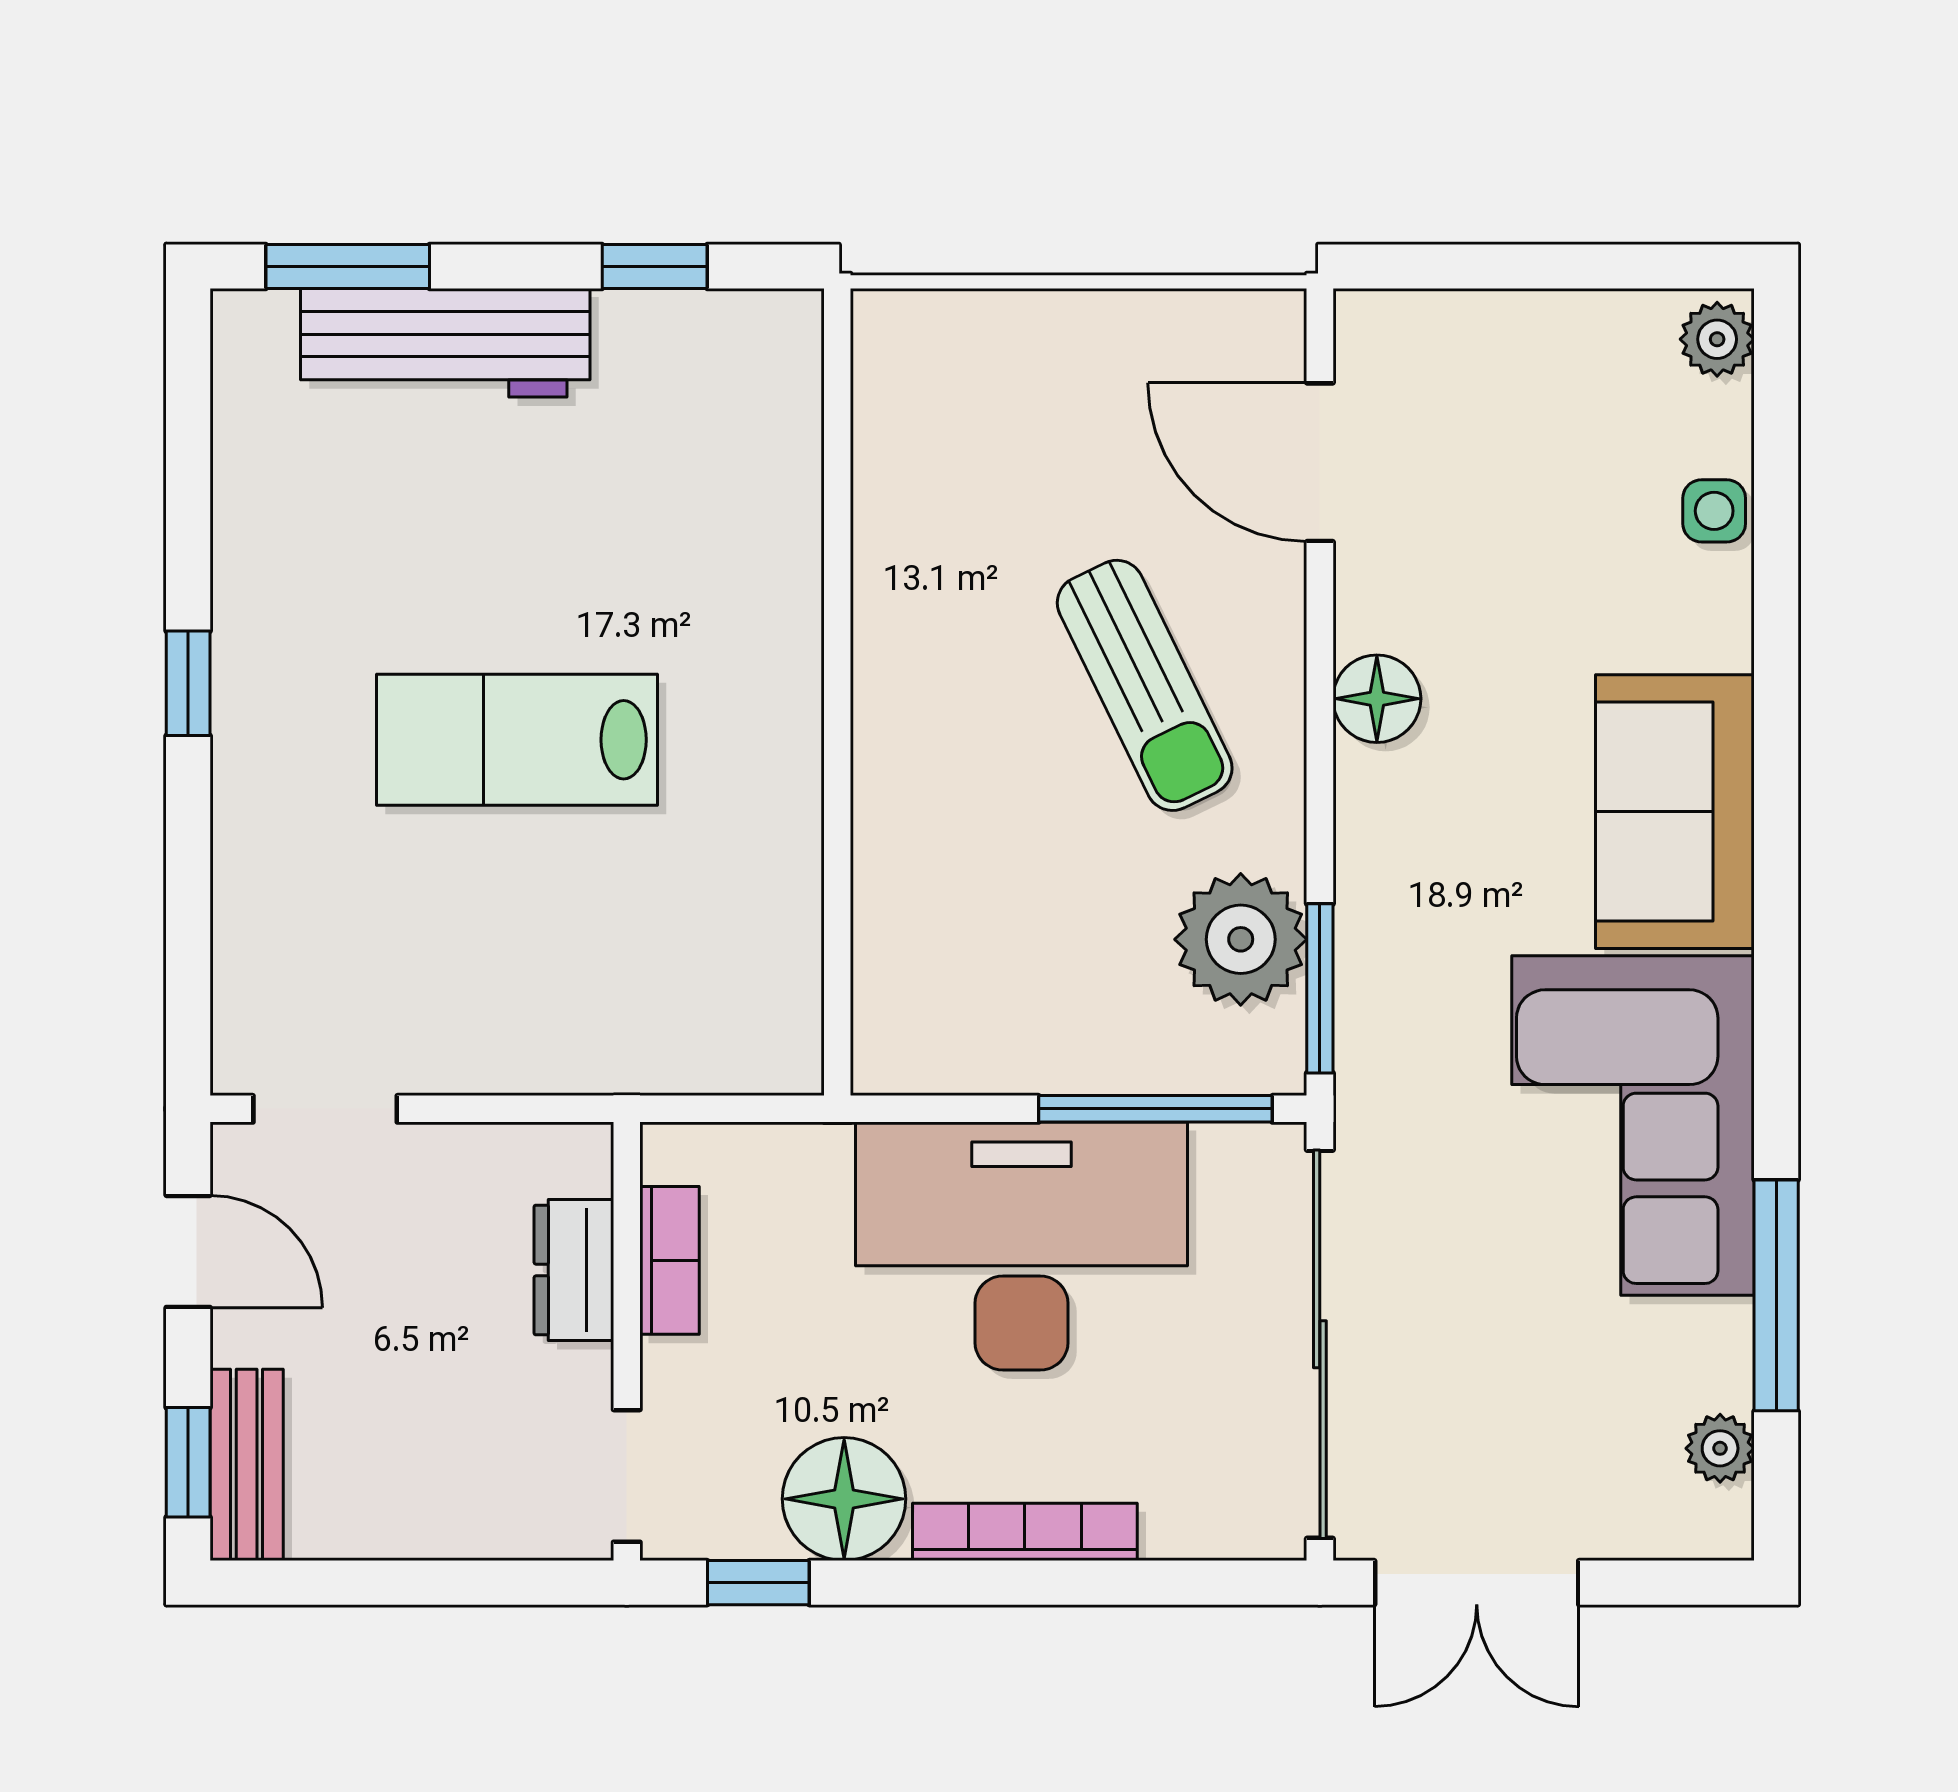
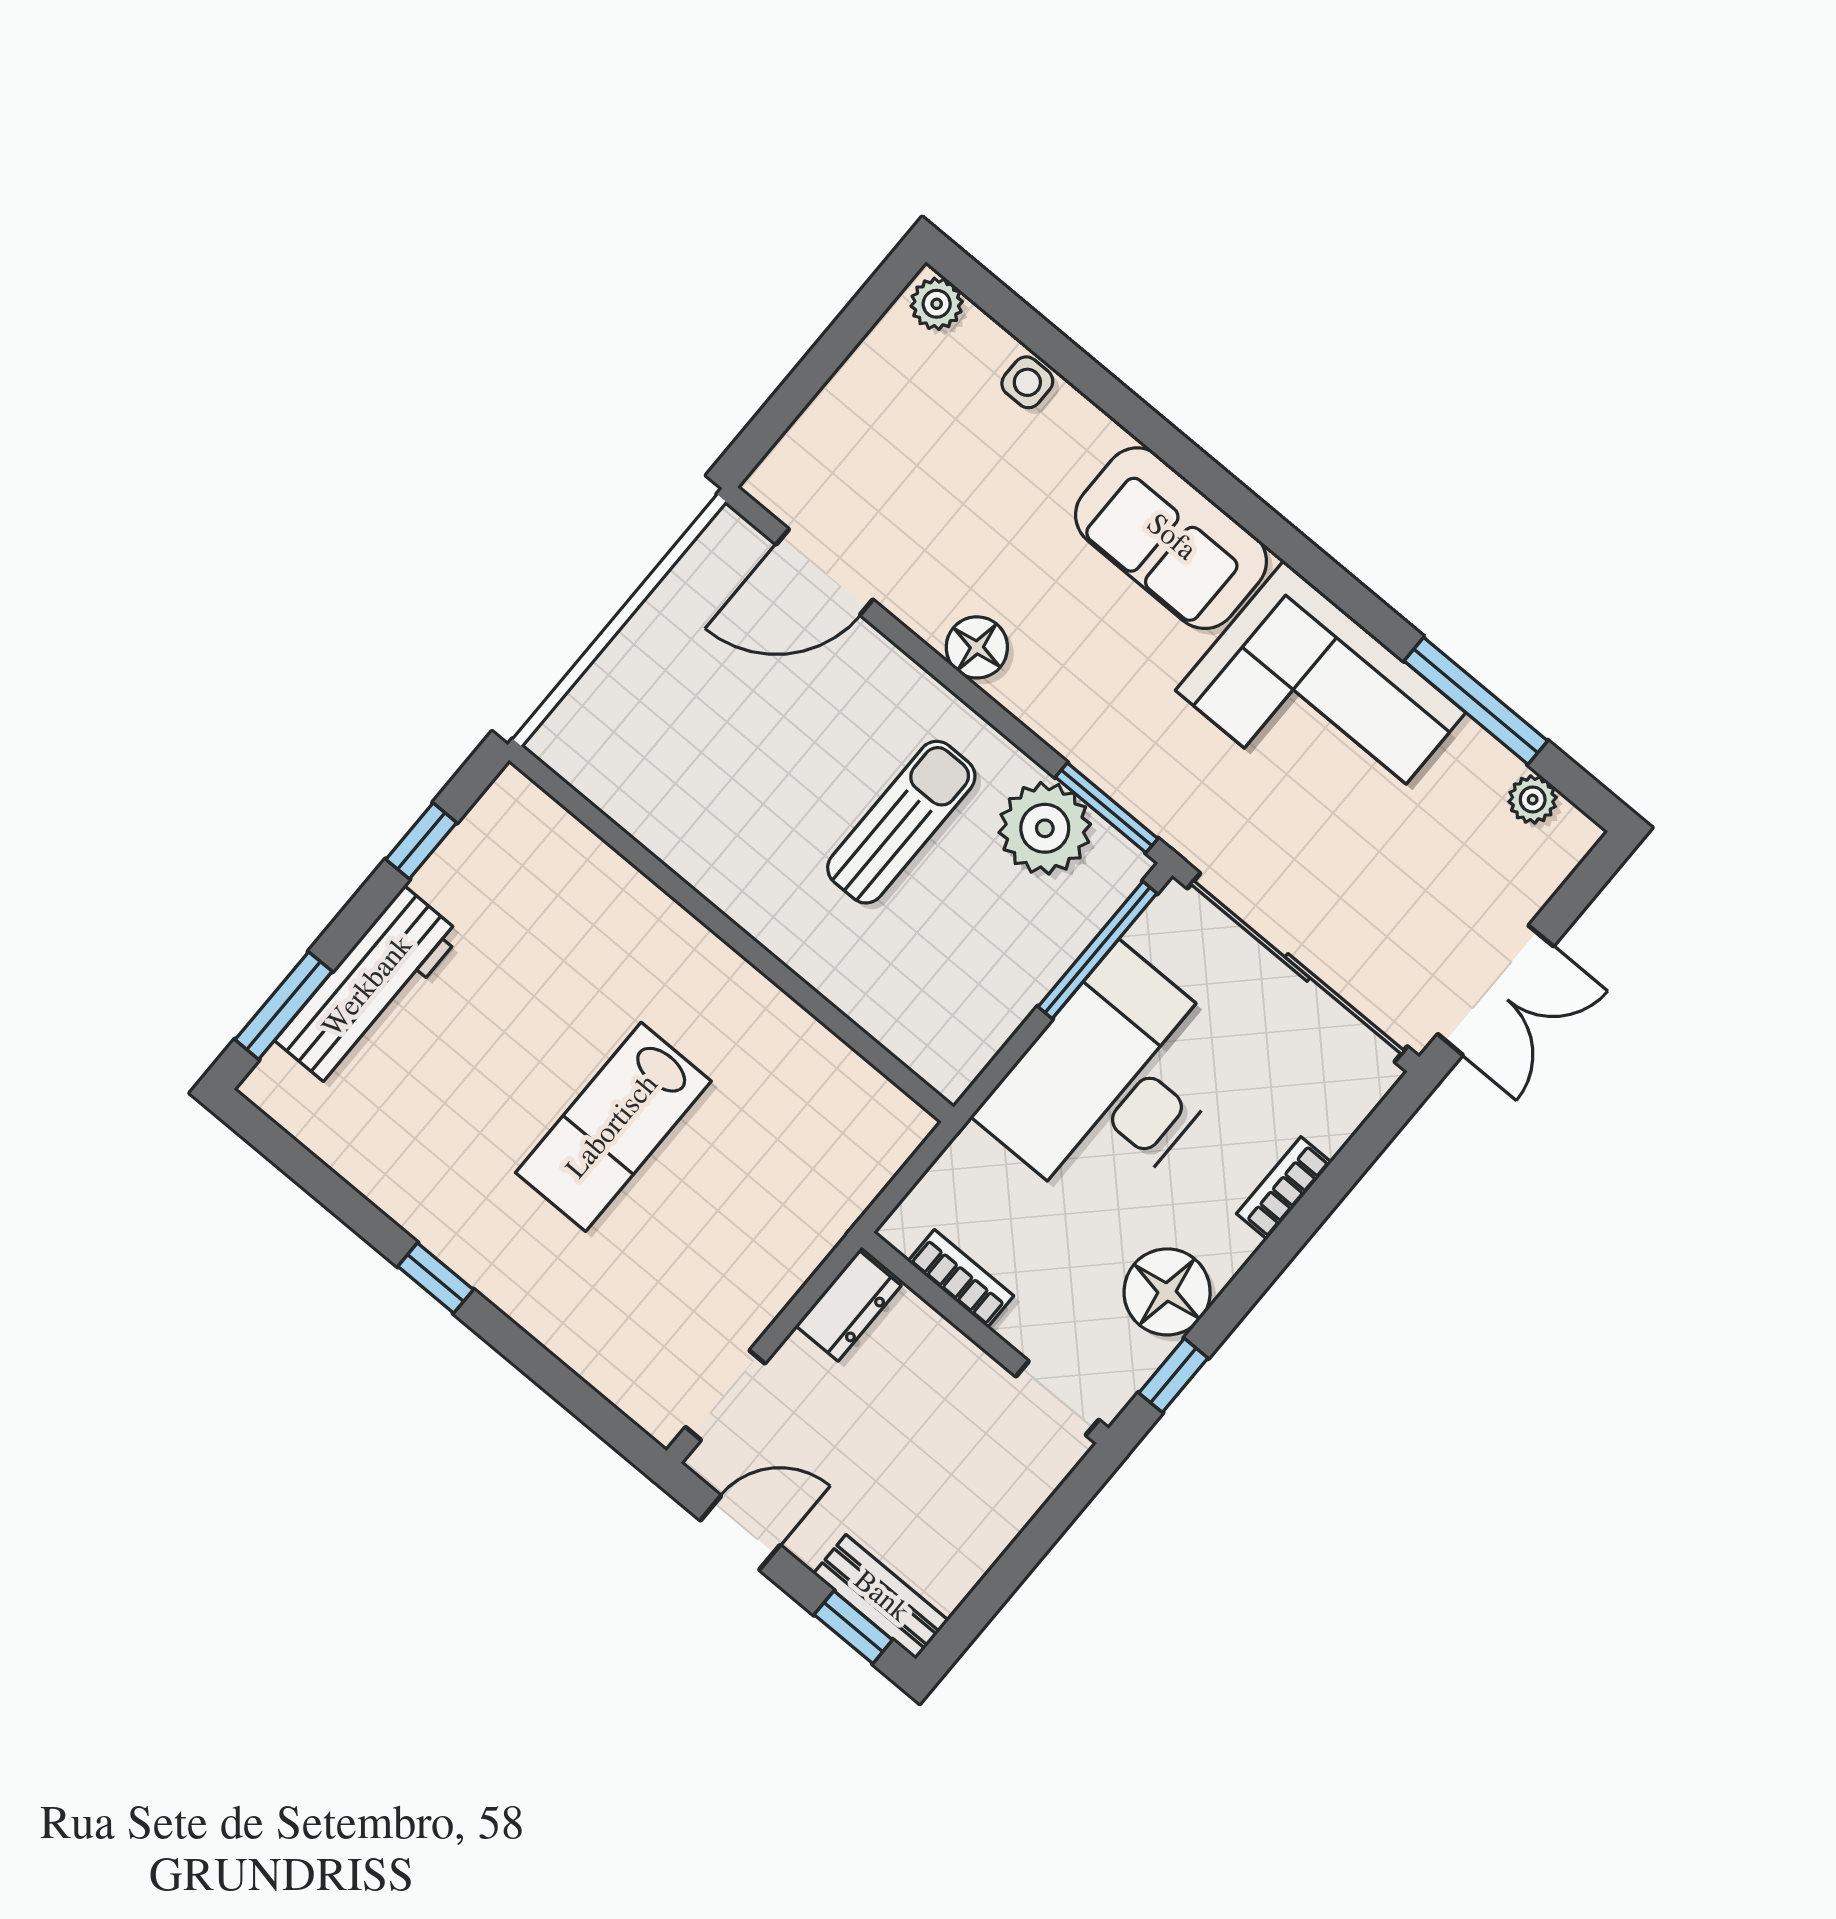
sun lounger: (1145, 685) -> (901, 822), moved, turned -64
dresser: (574, 1270) -> (848, 1306), moved, turned -90
bookcase: (1025, 1532) -> (1284, 1188), width x0.64

